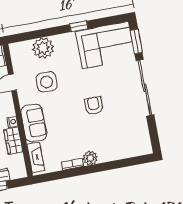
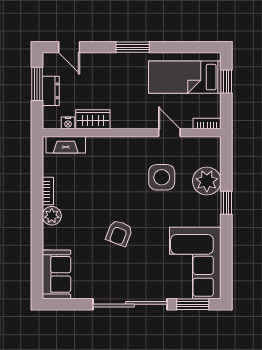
window: (79, 26) -> (226, 203), moved
armchair: (94, 106) -> (119, 233), turned 111
nightstand: (12, 122) -> (68, 123), moved
sofa: (34, 123) -> (56, 274), moved, turned -90

